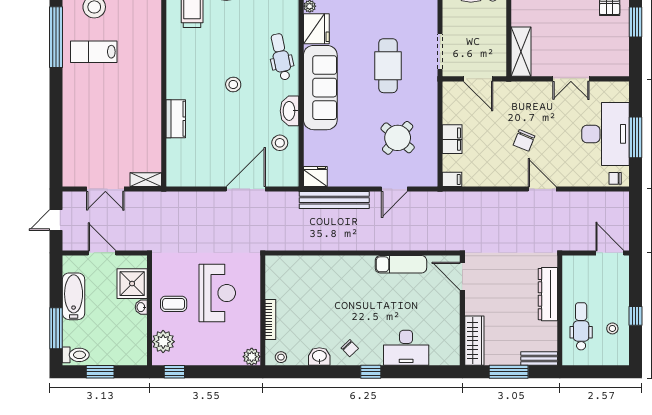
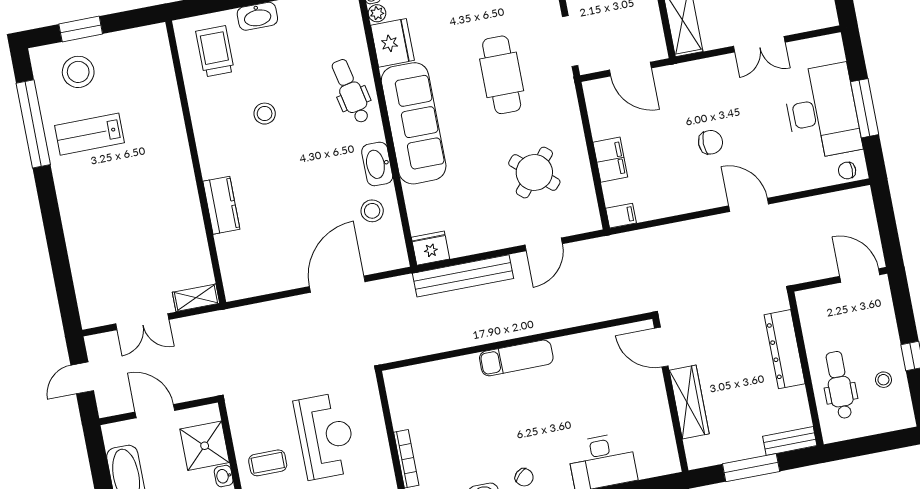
stool: (233, 85) -> (265, 114), moved
chair: (524, 140) -> (711, 142), turned -112
exam couch: (401, 264) -> (516, 358), moved
wardrobe: (474, 341) -> (689, 402), moved

